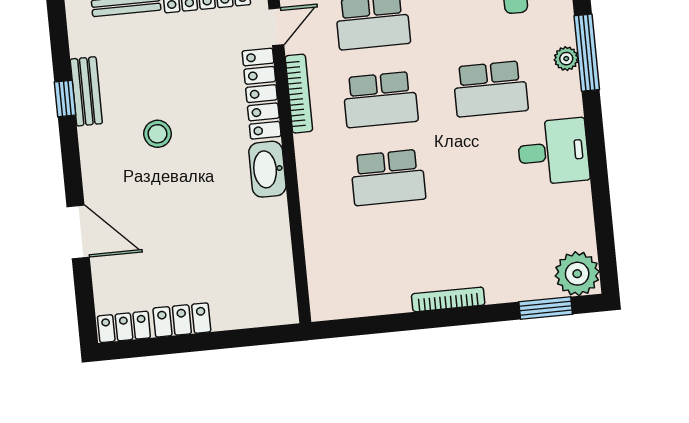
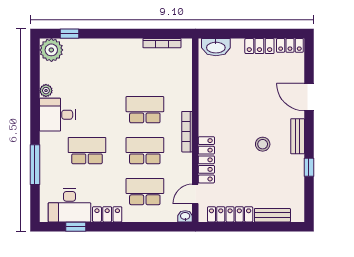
plant: (566, 59) -> (46, 91), moved
bench: (86, 91) -> (298, 136), moved
bookcase: (299, 94) -> (187, 132), moved
washbasin: (267, 169) -> (216, 47), moved, turned 90
bookcase: (448, 299) -> (162, 43), moved
window: (546, 308) -> (69, 34), width x0.67

